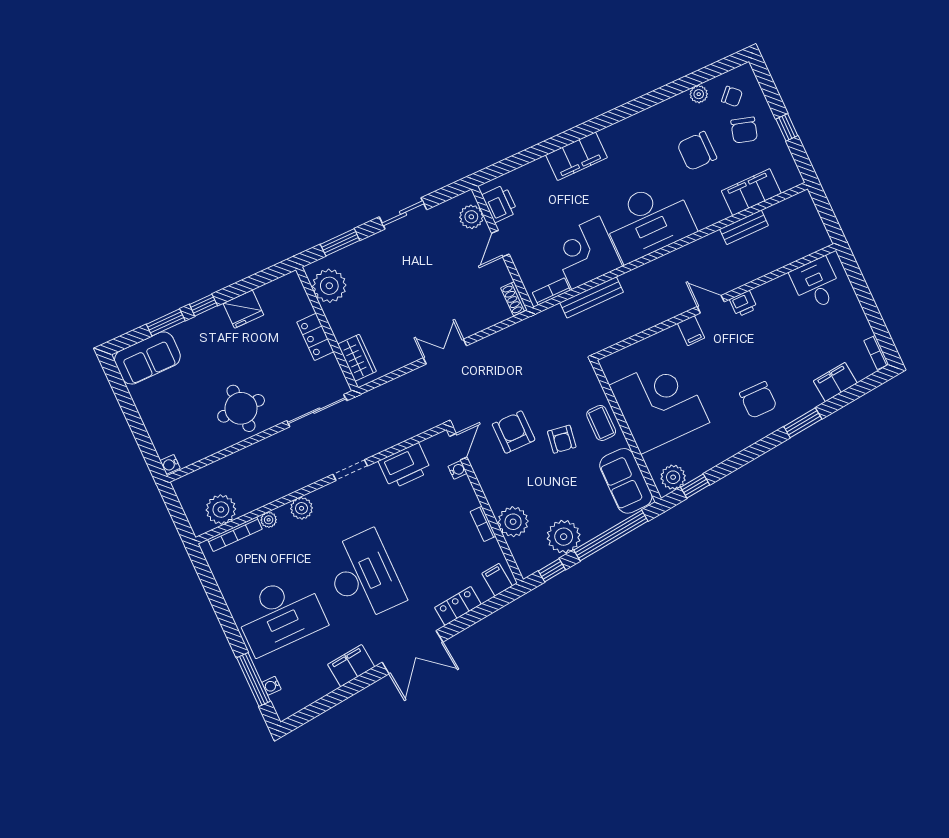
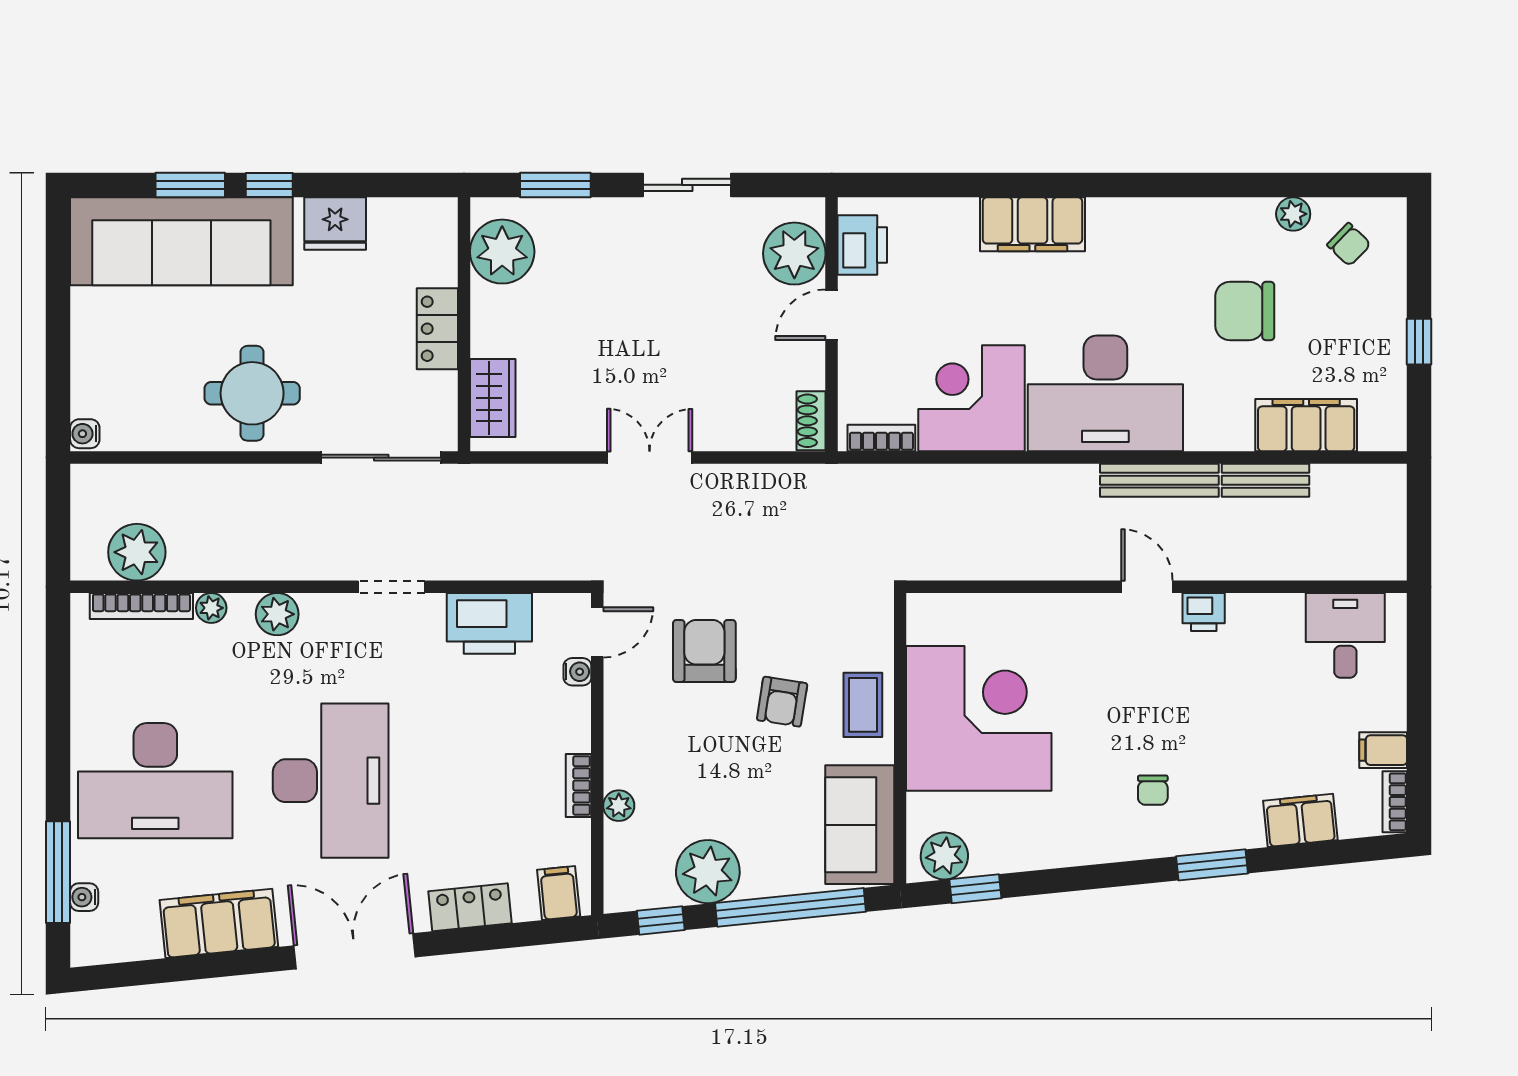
chair: (744, 130) -> (1343, 312), removed
plant: (471, 217) -> (794, 254), width x1.36, depth x1.36
bench: (592, 297) -> (1159, 480), moved
filing cabinet: (691, 331) -> (1383, 750), moved, turned 90
sofa: (147, 358) -> (181, 241), width x1.85, depth x1.27
chair: (758, 400) -> (1153, 790), width x0.54, depth x0.54
plant: (513, 522) -> (619, 806), width x0.53, depth x0.53
double door: (413, 652) -> (355, 951), swing flipped
filing cabinet: (351, 666) -> (219, 923), width x1.50, depth x1.17

